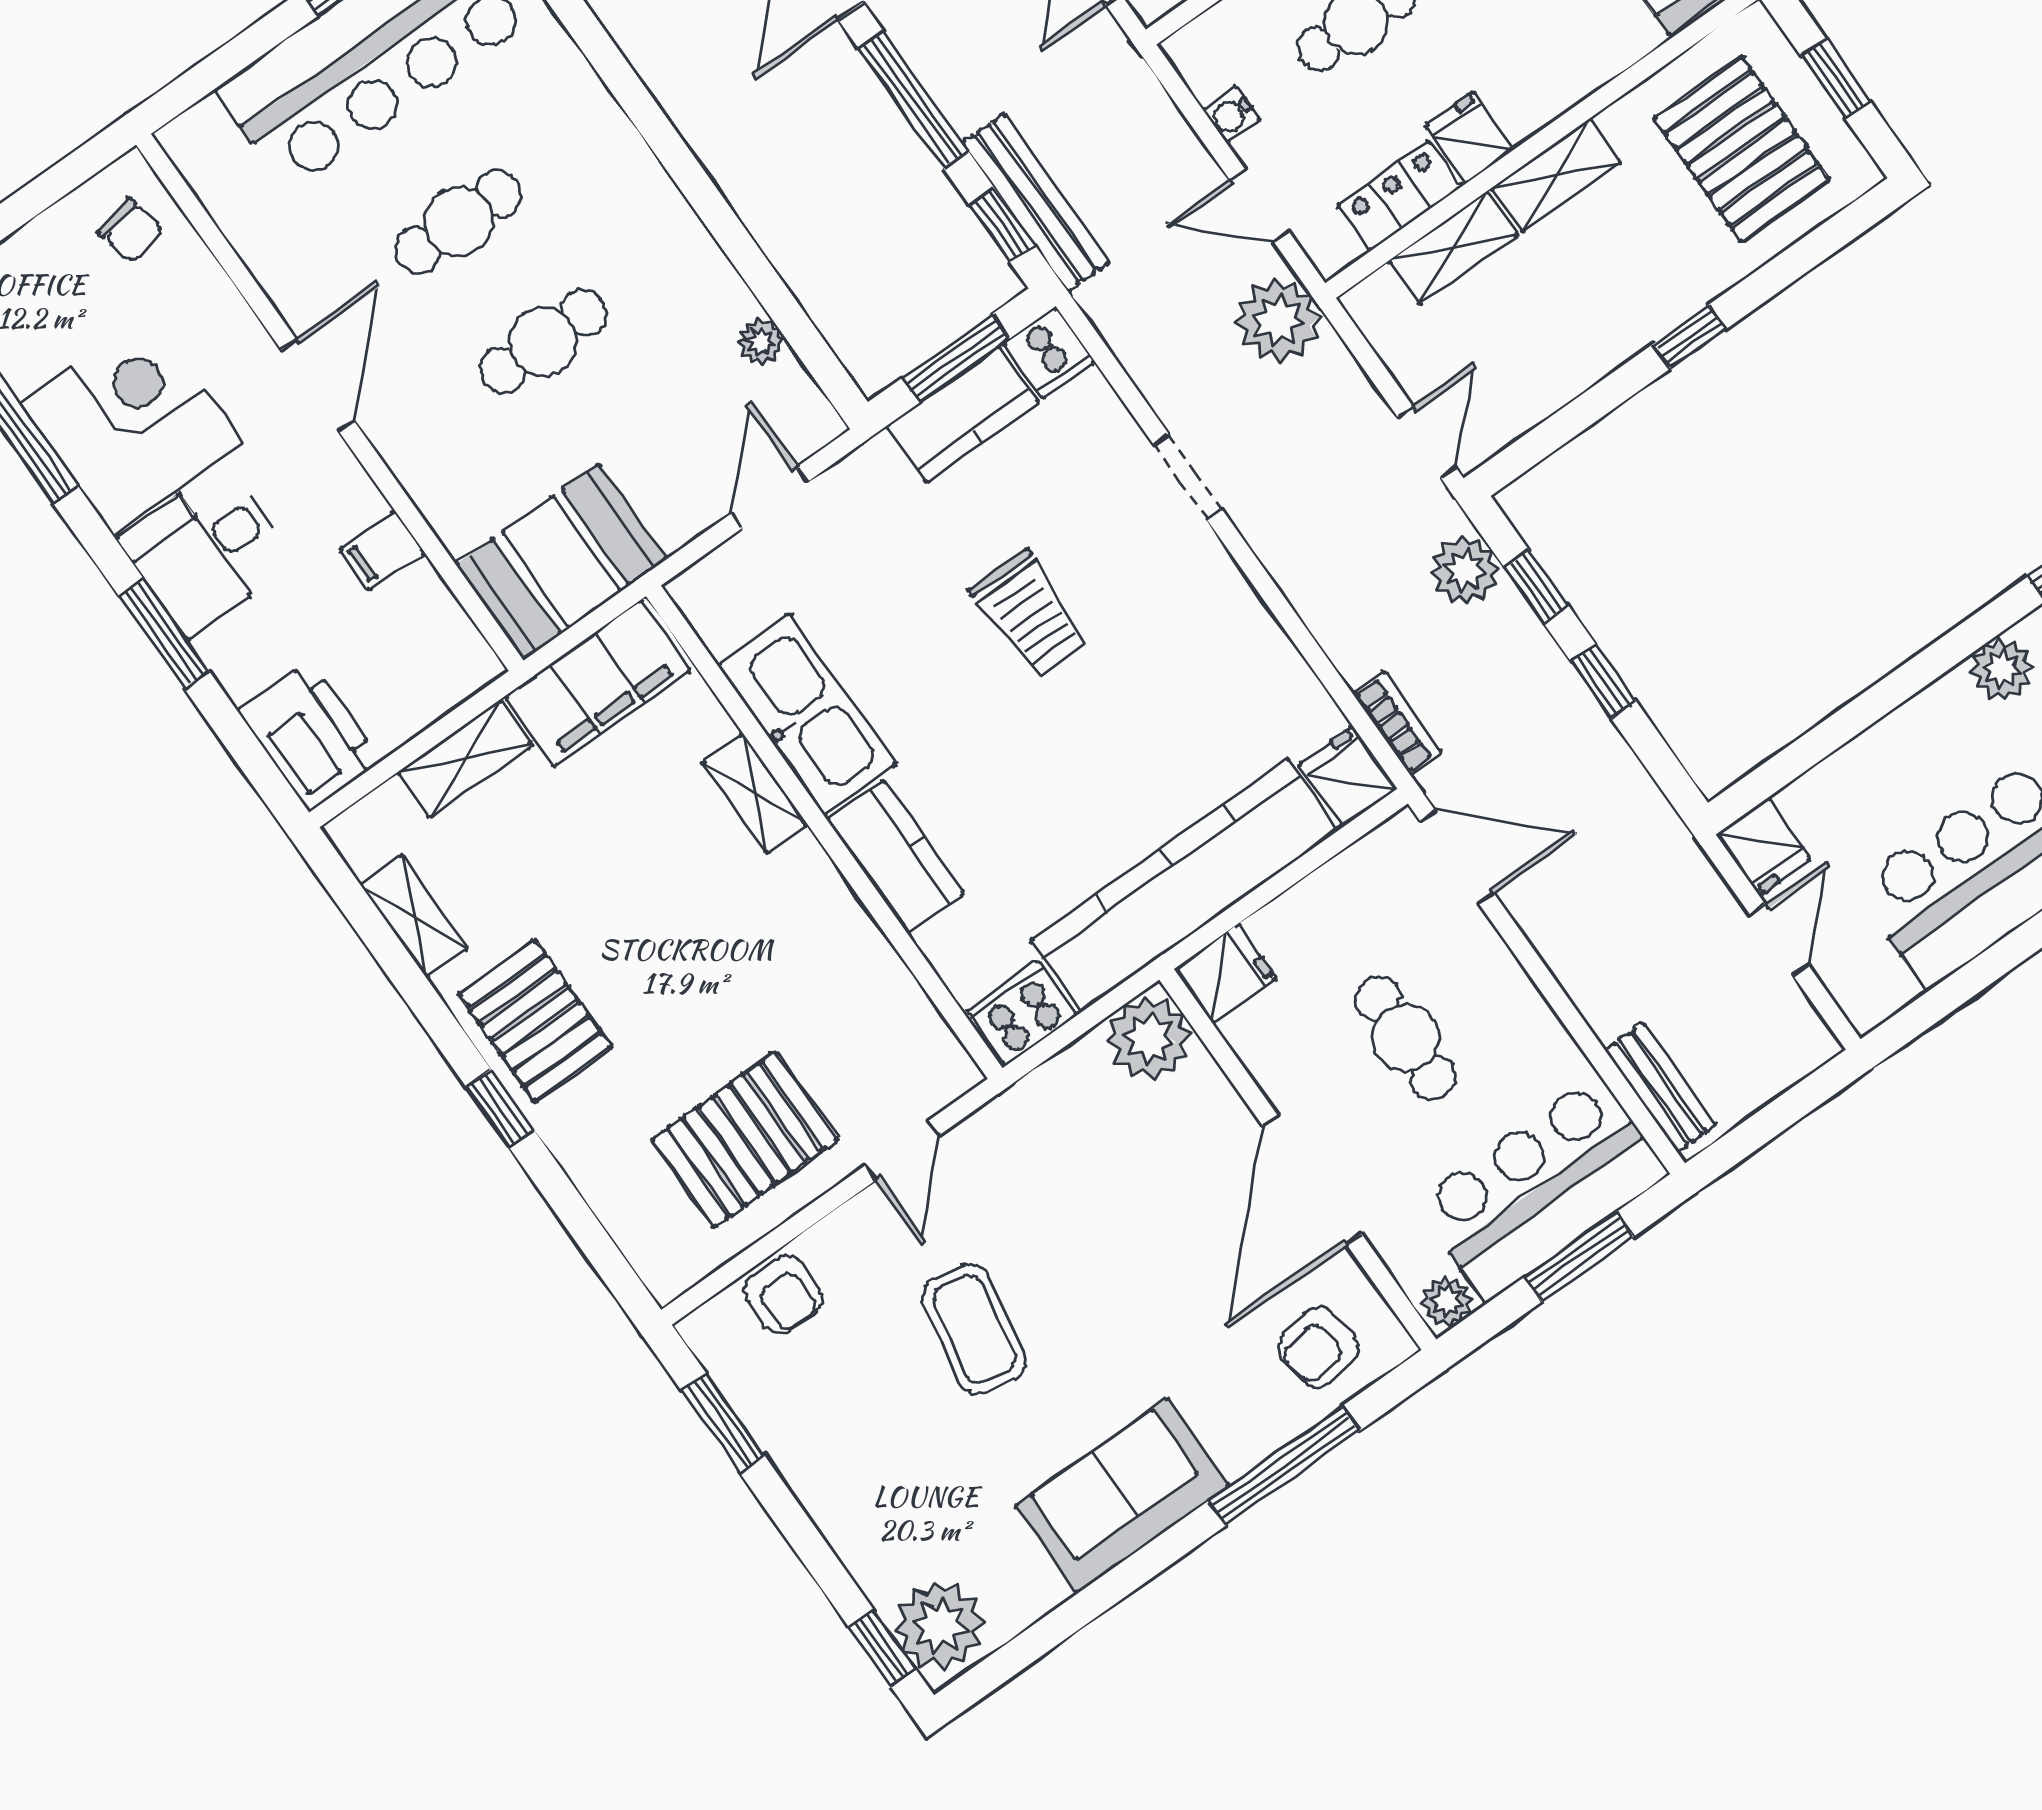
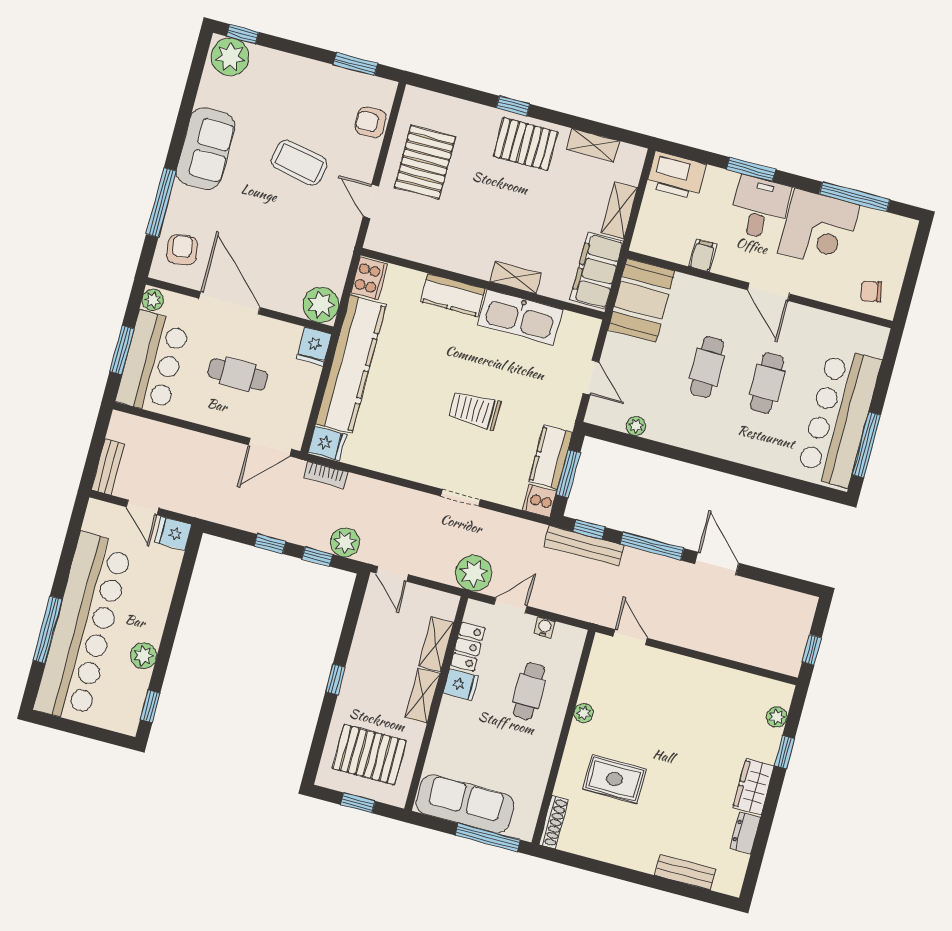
bench: (1660, 1087) -> (108, 467), moved, turned 90

